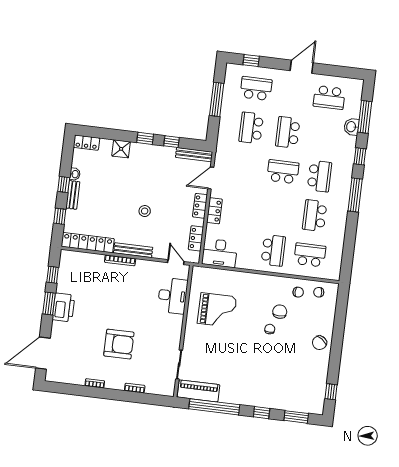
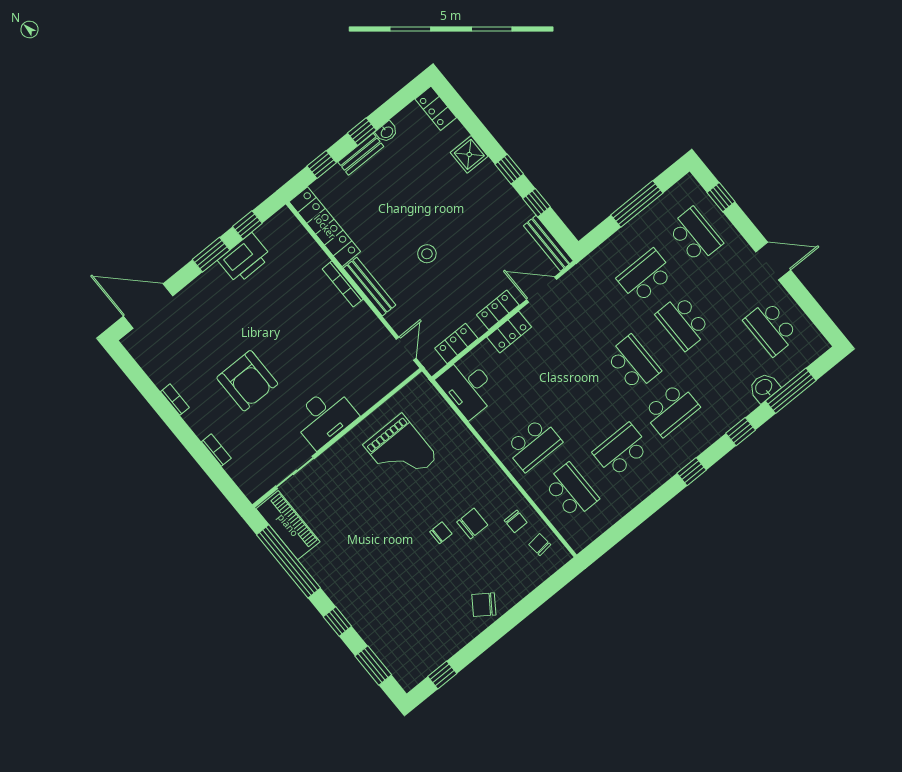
school desk: (288, 132) -> (683, 322), turned -90
window: (355, 195) -> (692, 472), width x0.46
desk: (173, 296) -> (325, 417), moved
printer: (64, 307) -> (245, 258), moved

